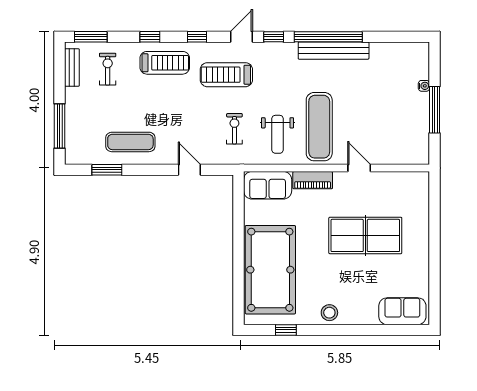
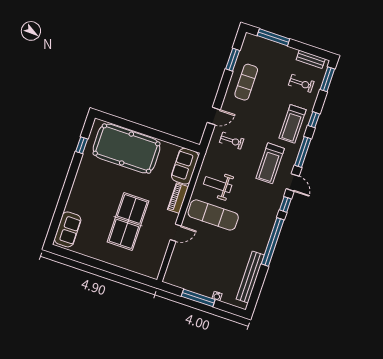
window: (197, 37) -> (303, 152), width x2.17
bench: (334, 51) -> (250, 277), moved
treadmill: (226, 75) -> (270, 163), turned 180
exercise bike: (234, 129) -> (232, 141), moved
stool: (329, 313) -> (83, 179), removed

